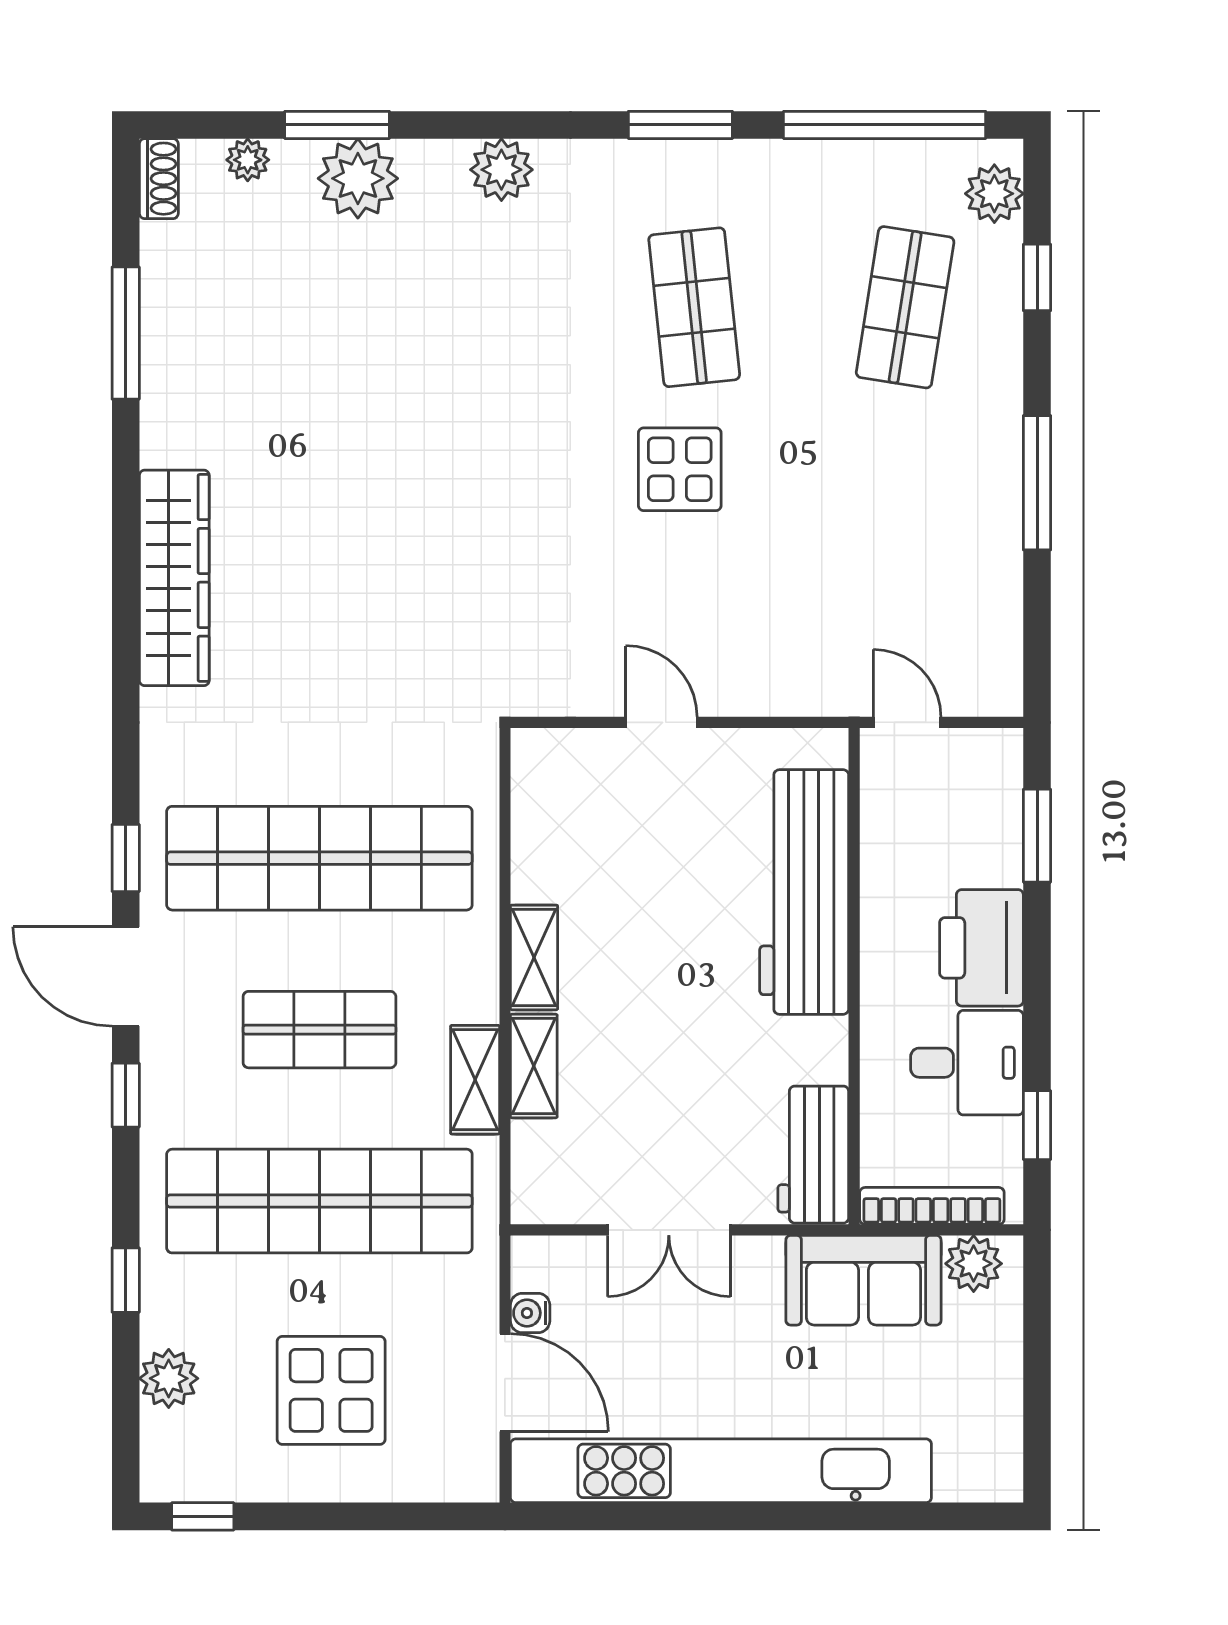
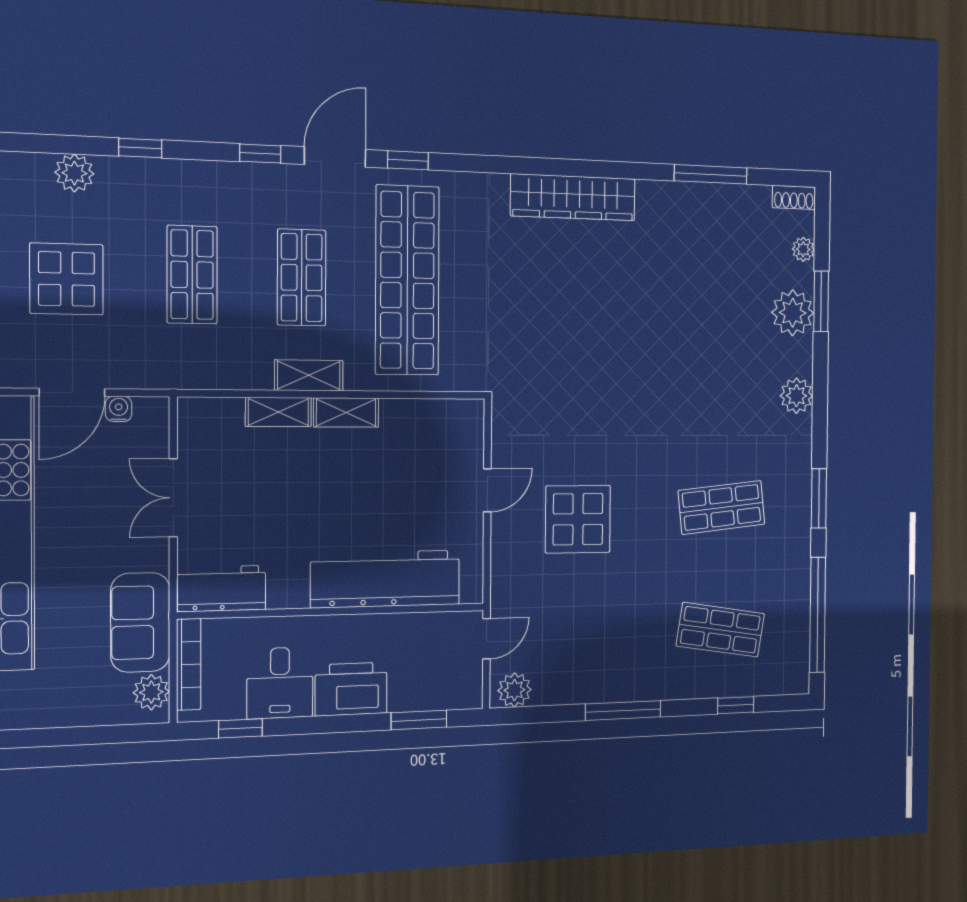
plant: (994, 194) -> (514, 690), moved
display table: (680, 469) -> (578, 519), moved, width x1.36, depth x1.36
shelving: (475, 1080) -> (309, 375), moved
shop shelf: (319, 1201) -> (192, 275), width x0.50, depth x0.74

